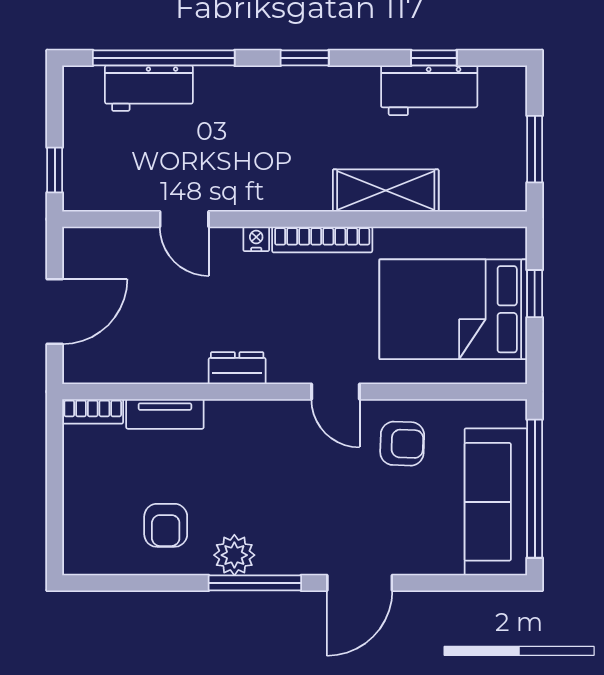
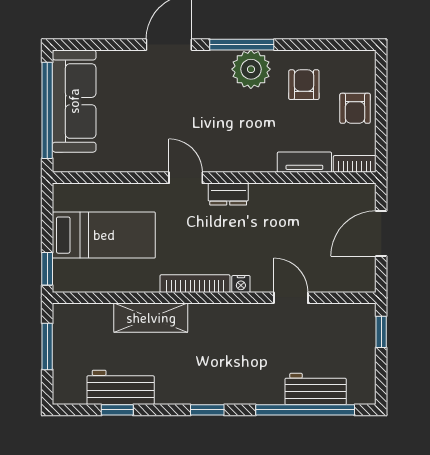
window: (535, 294) -> (47, 269), moved
bed: (453, 309) -> (104, 235), width x0.67
dresser: (237, 368) -> (228, 194), moved
armchair: (402, 444) -> (355, 108), moved, turned -92
plant: (234, 555) -> (251, 69), width x1.36, depth x1.36

